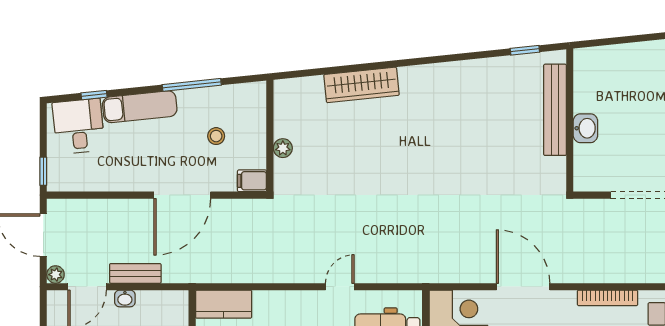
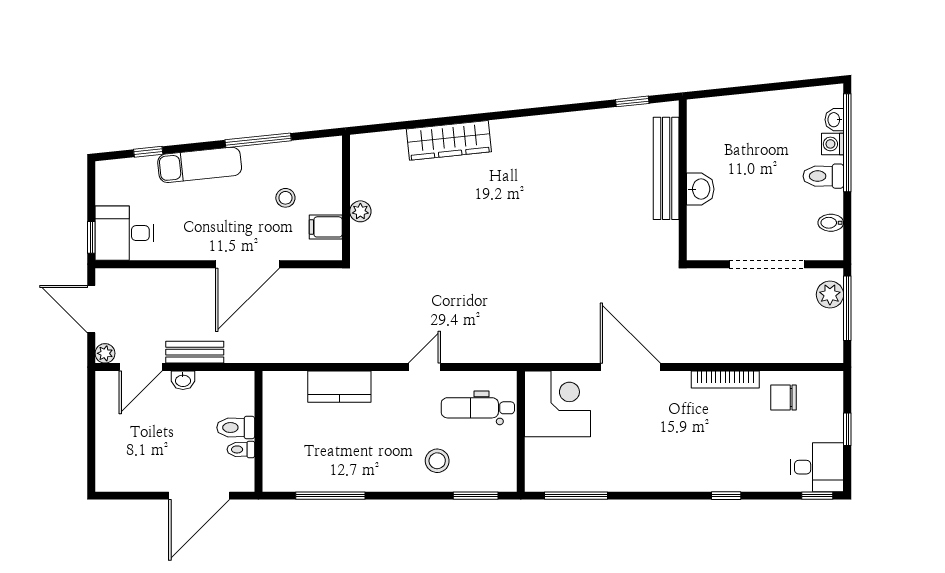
desk: (79, 126) -> (125, 233), moved, turned -84
filing cabinet: (252, 181) -> (326, 227), moved
kitchen counter: (224, 304) -> (339, 387), moved

